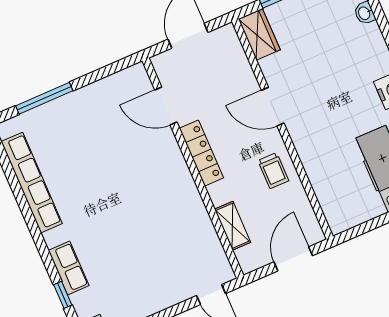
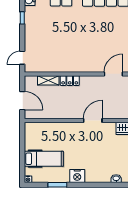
locker: (201, 153) -> (70, 81), moved, width x0.66
trolley: (273, 171) -> (65, 109), removed

